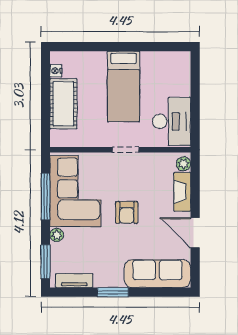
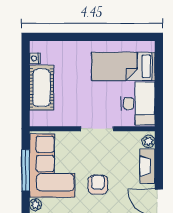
bed: (124, 86) -> (123, 66), moved, turned 90
doorway: (126, 150) -> (97, 129), width x1.38
armchair: (127, 212) -> (98, 185), turned 180

